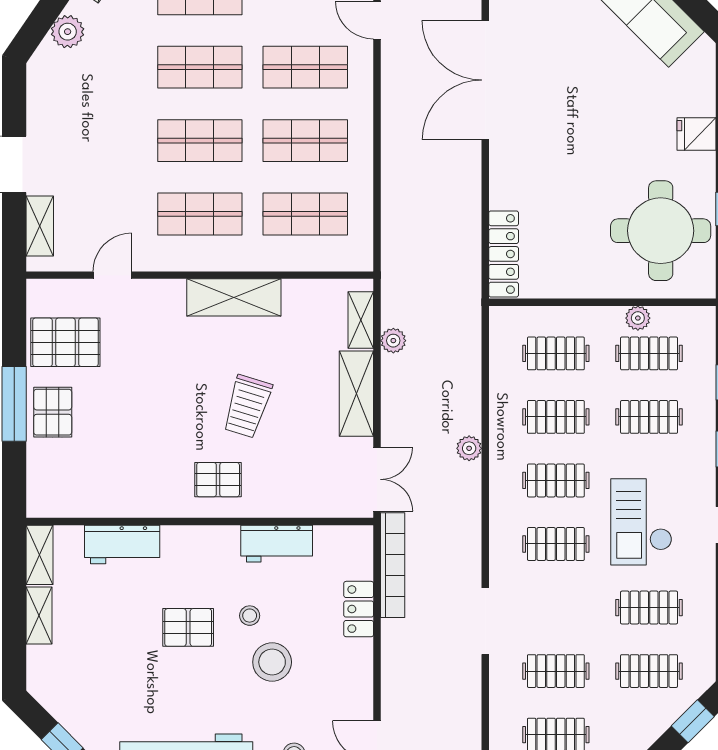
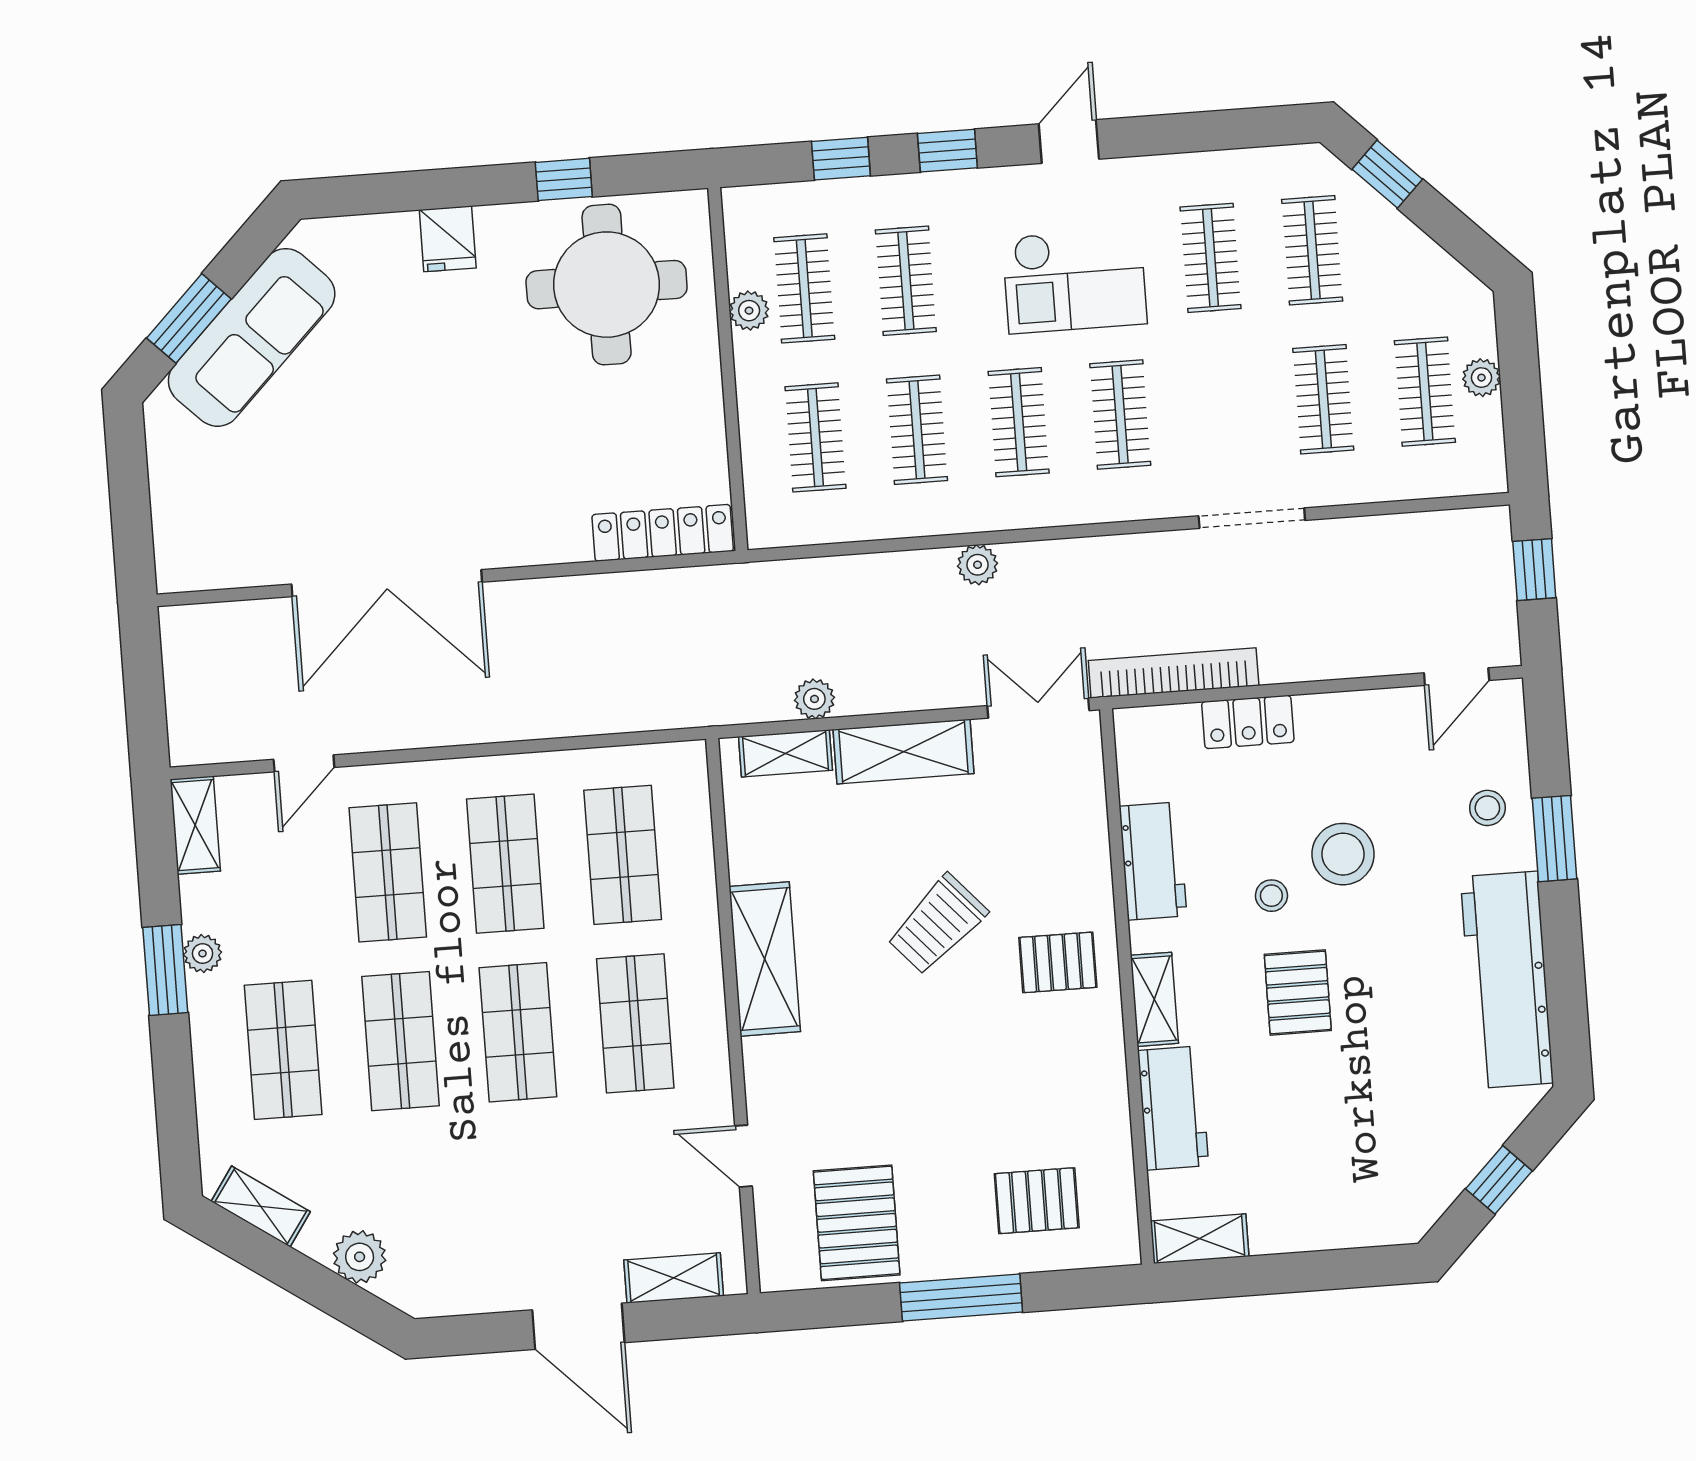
trolley: (247, 406) -> (937, 924), turned 121
pallet: (53, 412) -> (1037, 1201), moved
pallet: (218, 480) -> (1058, 962), turned 90
shelving: (39, 616) -> (1154, 999), moved, turned 90

